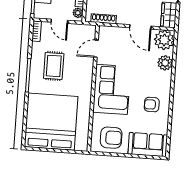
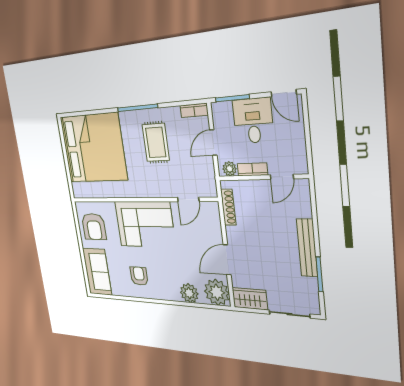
door: (96, 49) -> (188, 199), swing flipped
rug: (54, 66) -> (156, 142), turned 90

